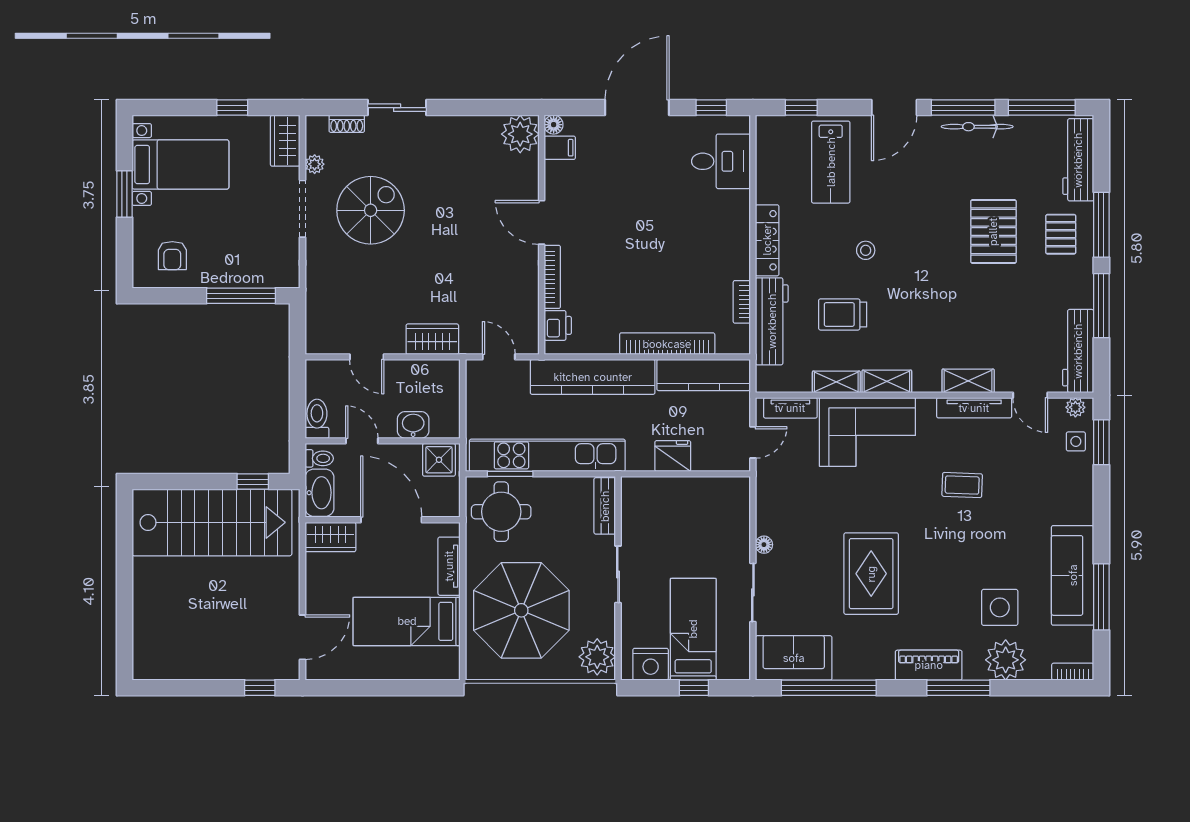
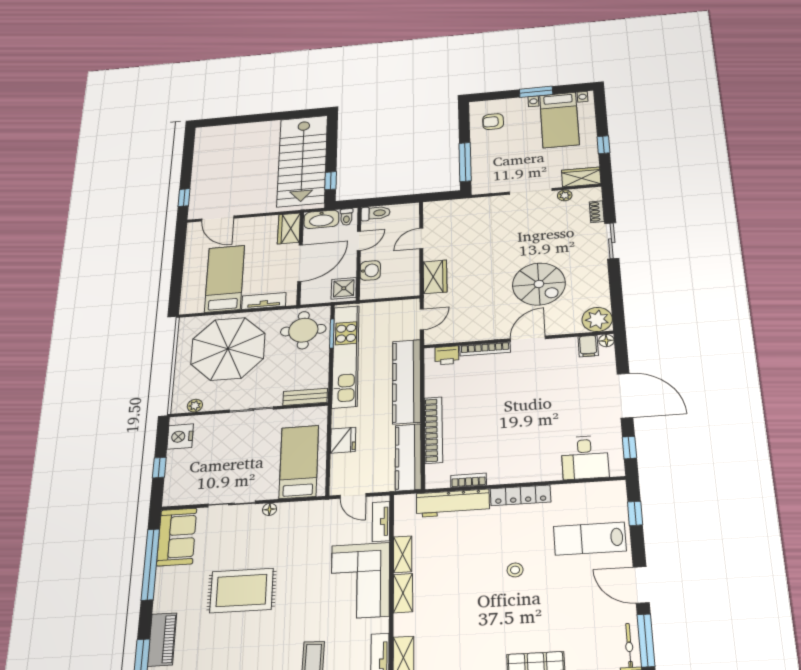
spiral stairs: (371, 210) -> (539, 284), moved
trolley: (843, 314) -> (460, 556), removed
bed: (693, 629) -> (299, 462), moved, turned -90
plant: (597, 657) -> (195, 406), width x0.53, depth x0.53

